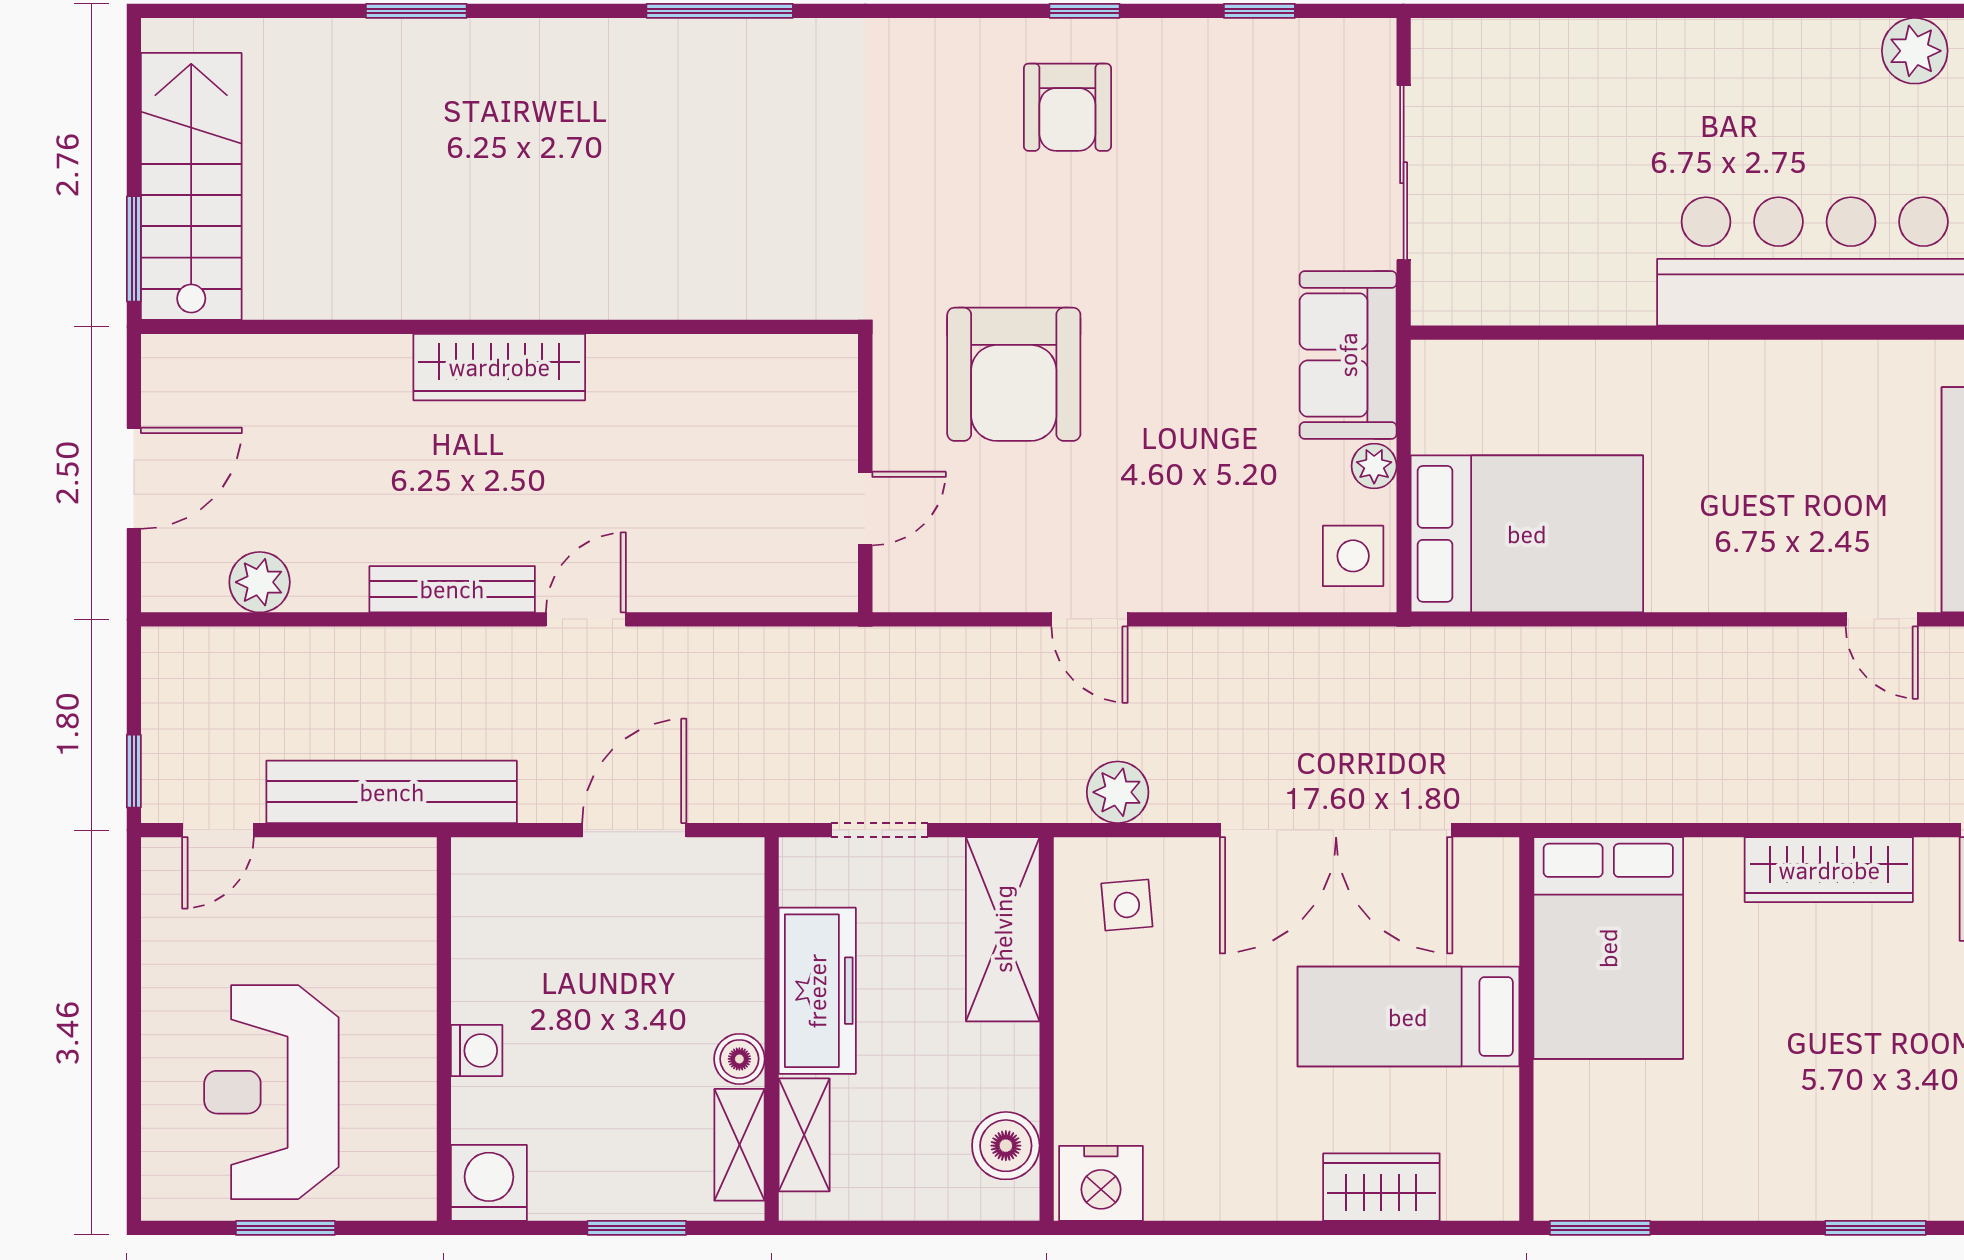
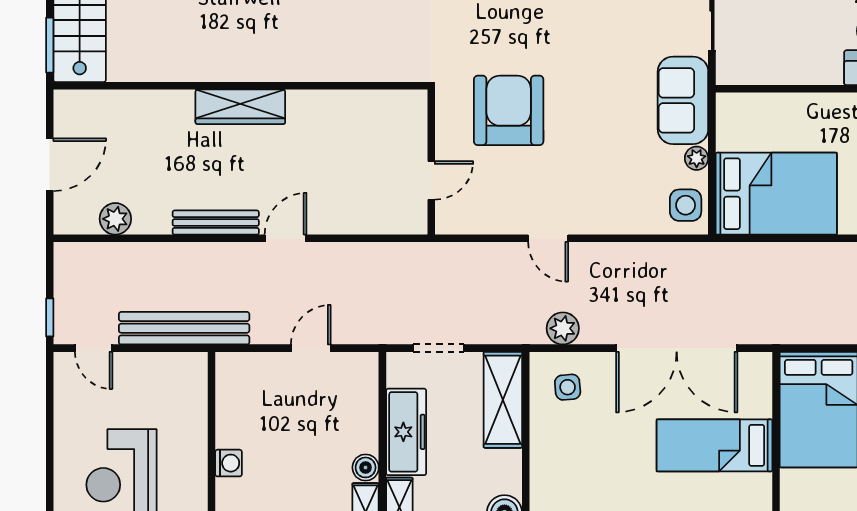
armchair: (1014, 374) -> (509, 110), turned 180
door: (218, 830) -> (94, 348), hinge flipped
door: (634, 830) -> (311, 348), width x0.73

